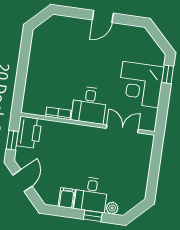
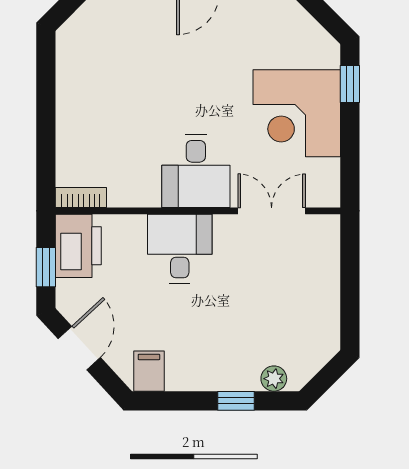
bookcase: (58, 113) -> (81, 198), moved
desk: (91, 194) -> (180, 249), moved, turned 180
filing cabinet: (67, 198) -> (149, 371), moved

